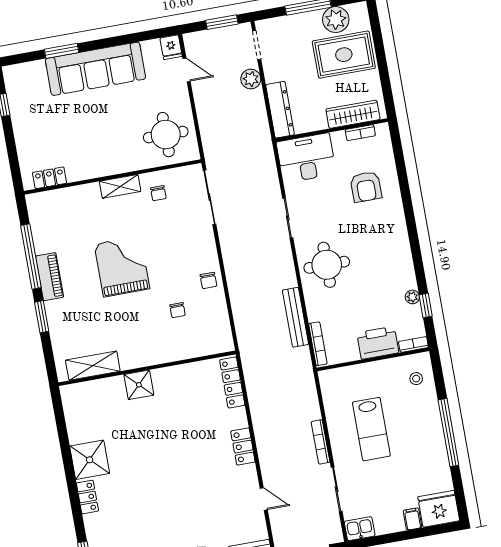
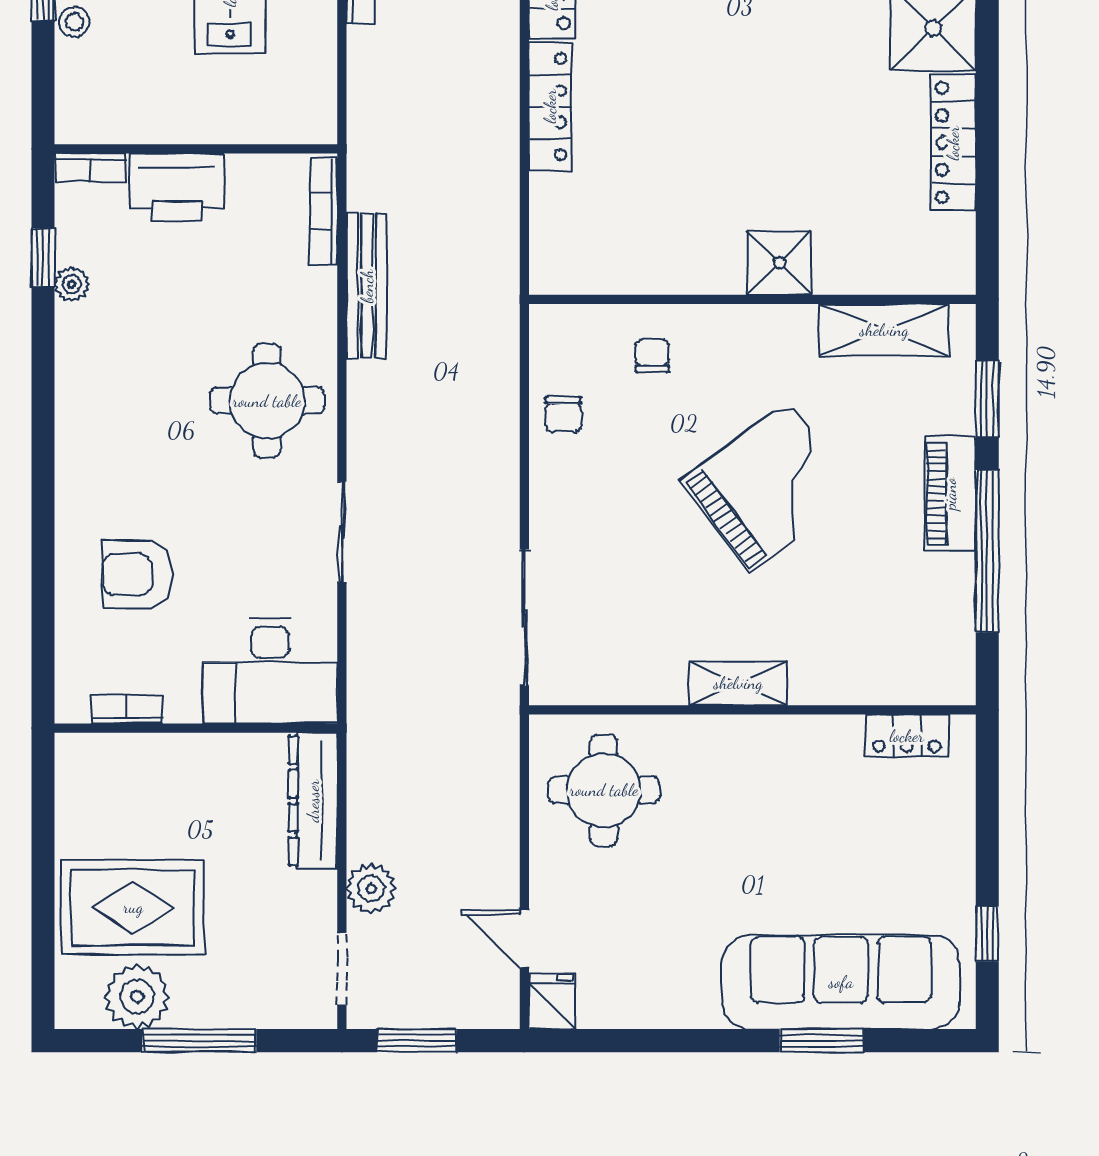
sofa: (95, 69) -> (841, 982), moved
wardrobe: (353, 114) -> (137, 758), removed
armchair: (366, 187) -> (137, 574), turned -90
chair: (158, 193) -> (648, 650), removed
grand piano: (122, 266) -> (769, 487), turned -127
chair: (208, 280) -> (563, 414), turned 180
shelving: (93, 366) -> (884, 330), moved
wall: (147, 368) -> (752, 299), moved
stool: (416, 379) -> (74, 22), moved
locker: (232, 382) -> (550, 106), moved
shower: (139, 385) -> (780, 263), moved
locker: (73, 416) -> (953, 143), added

